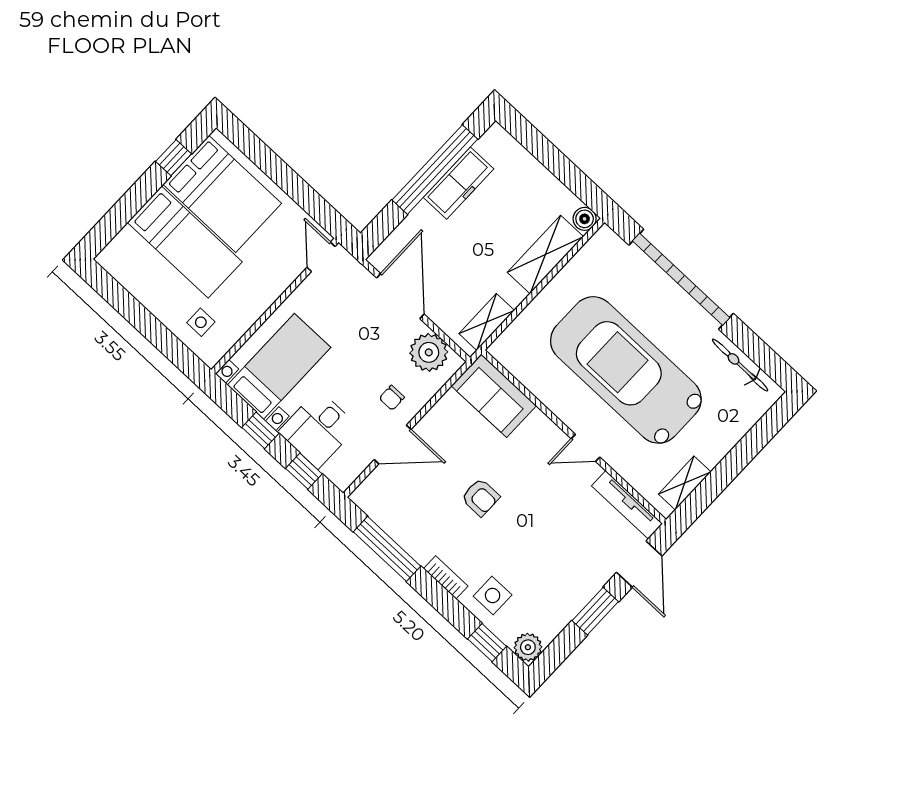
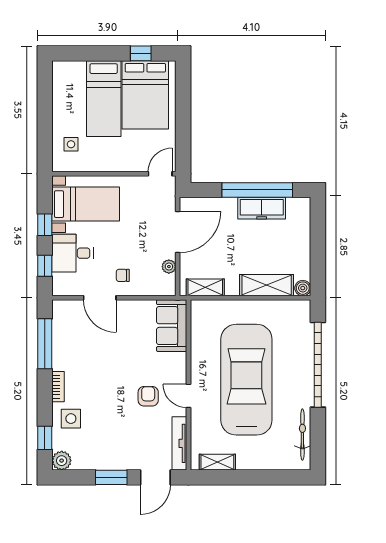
plant: (429, 352) -> (169, 267), width x0.53, depth x0.53
armchair: (480, 497) -> (148, 396), moved, turned 180

